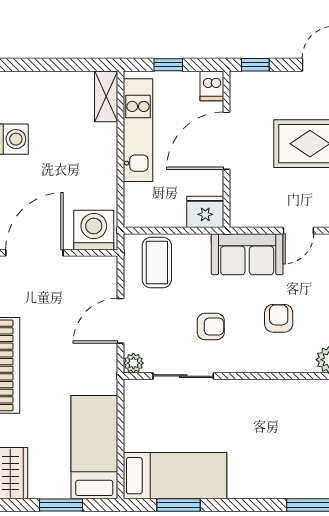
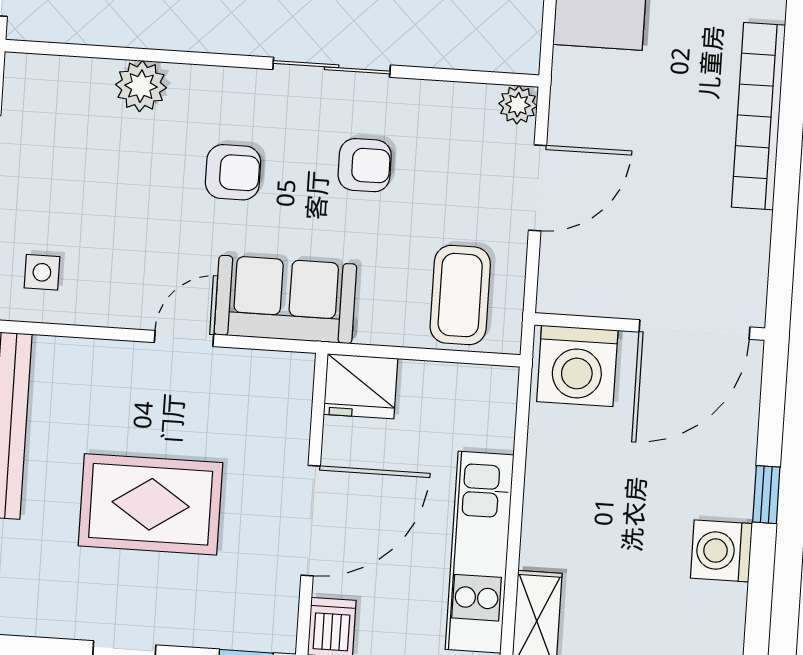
armchair: (279, 318) -> (233, 172), turned -90
armchair: (211, 326) -> (365, 165), turned 180
sliding door: (183, 376) -> (332, 67), moved

